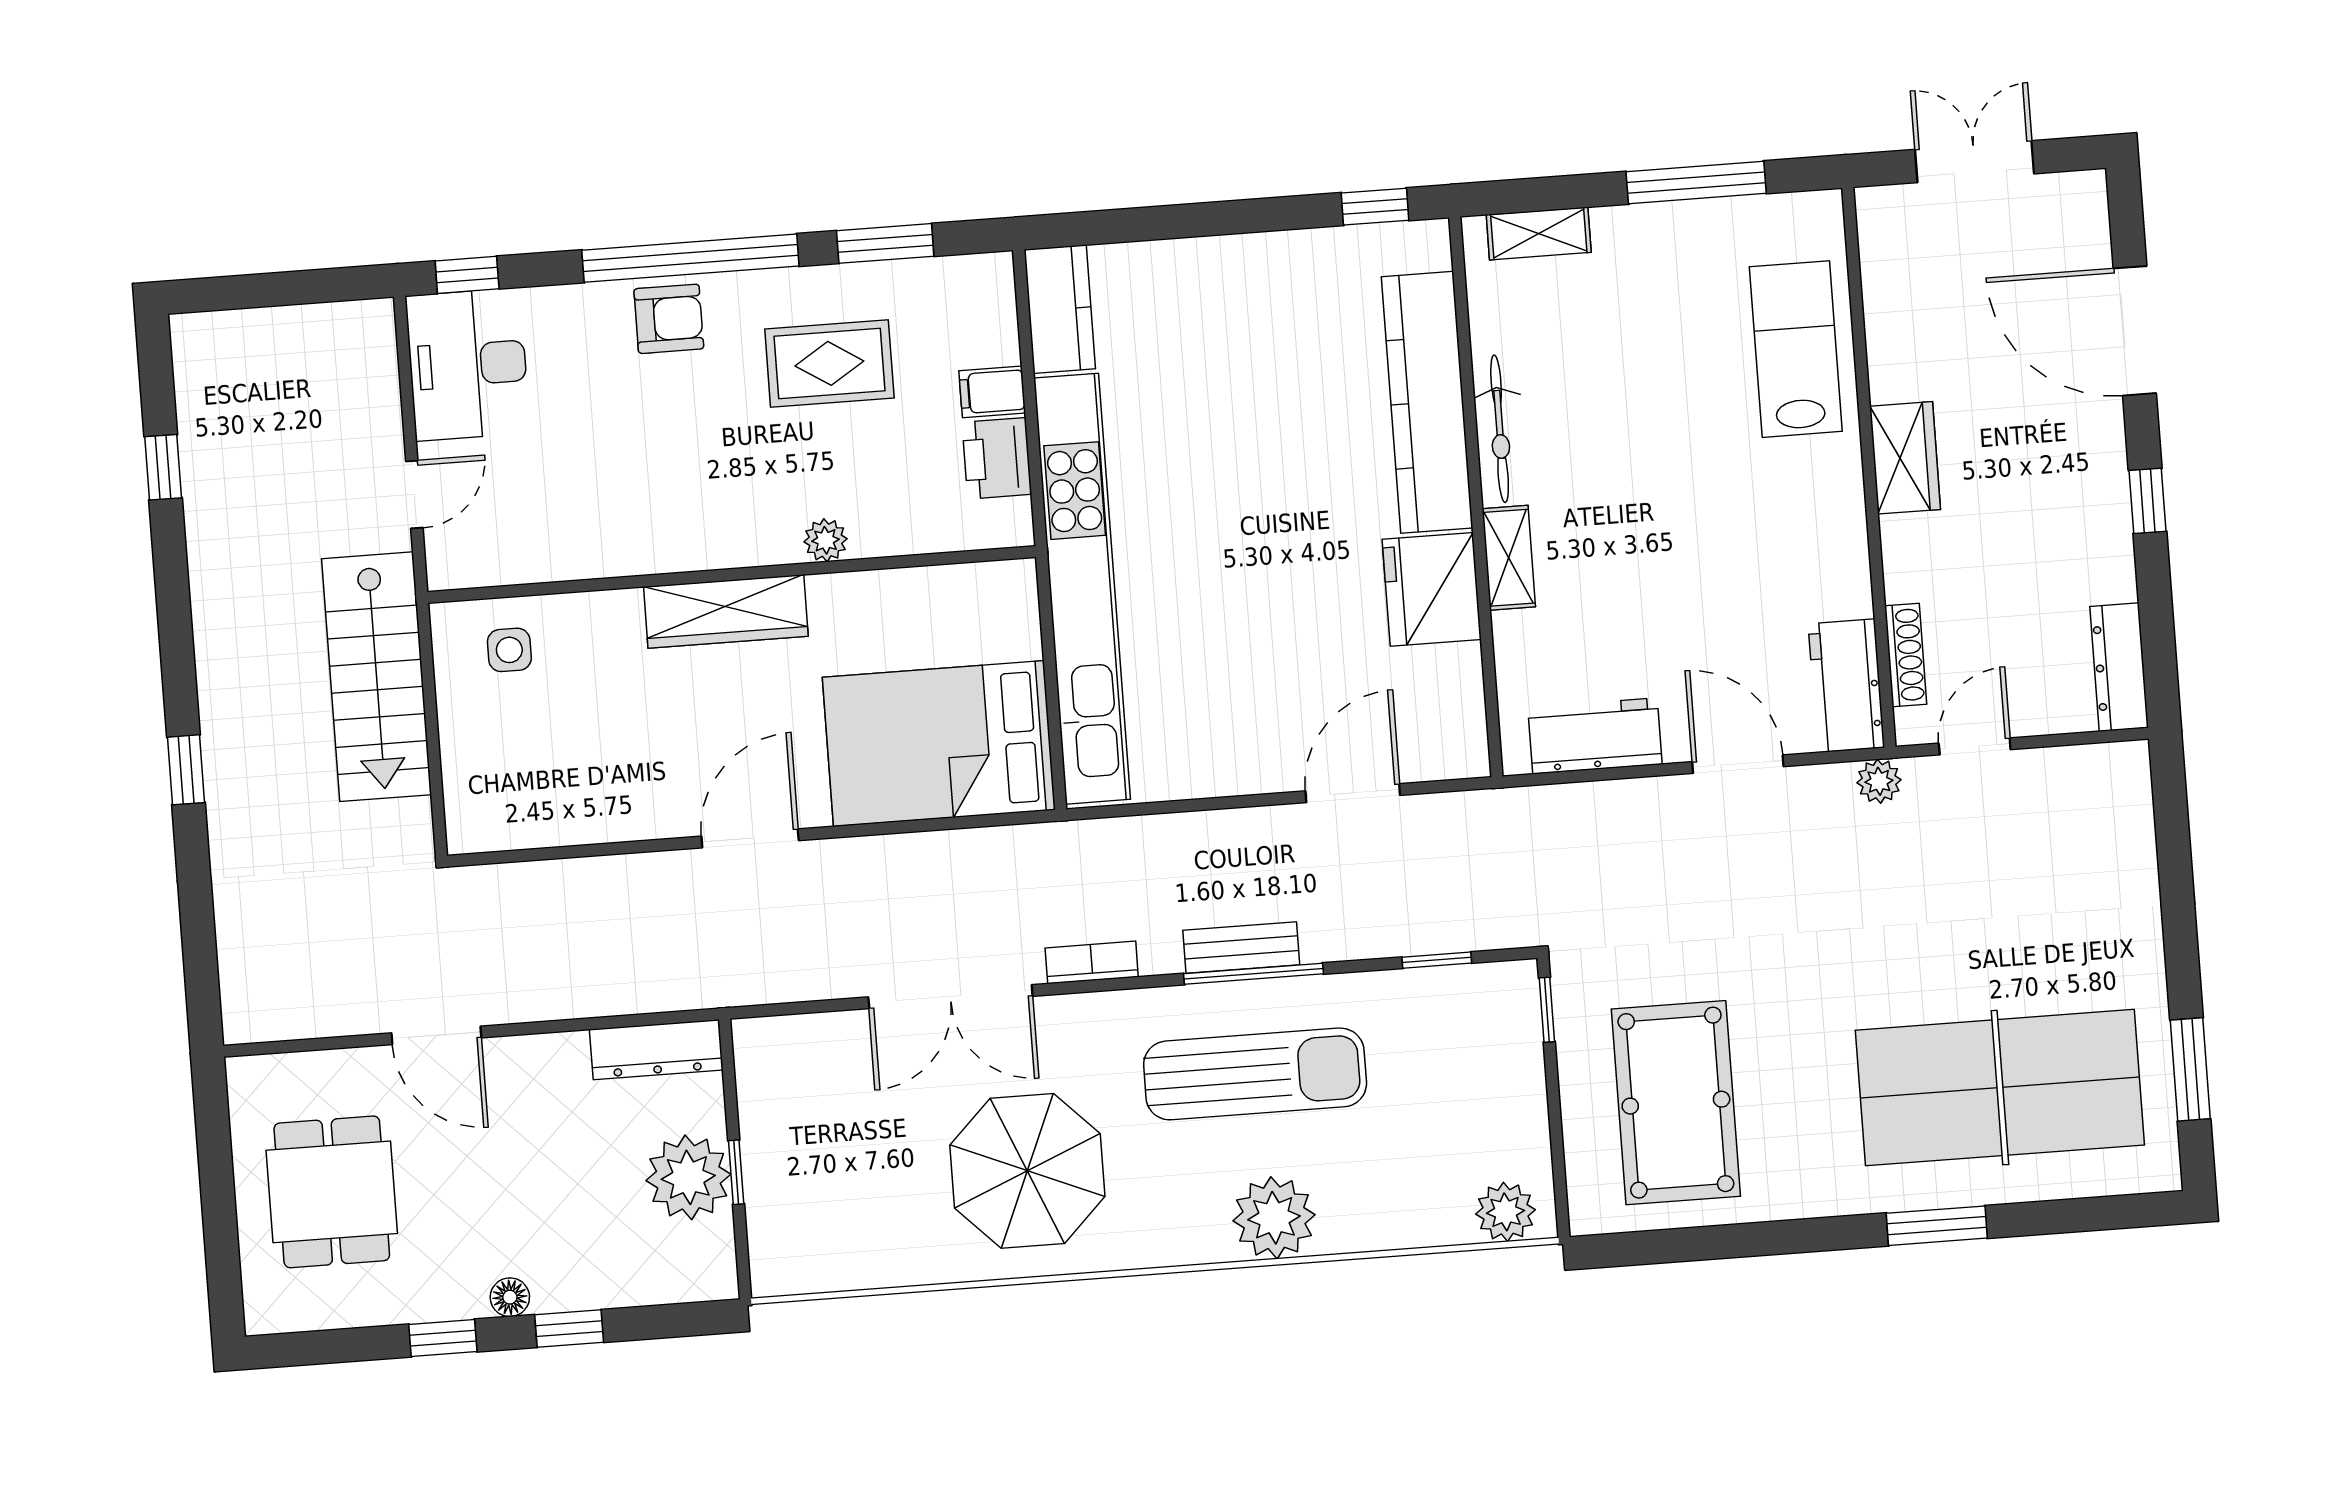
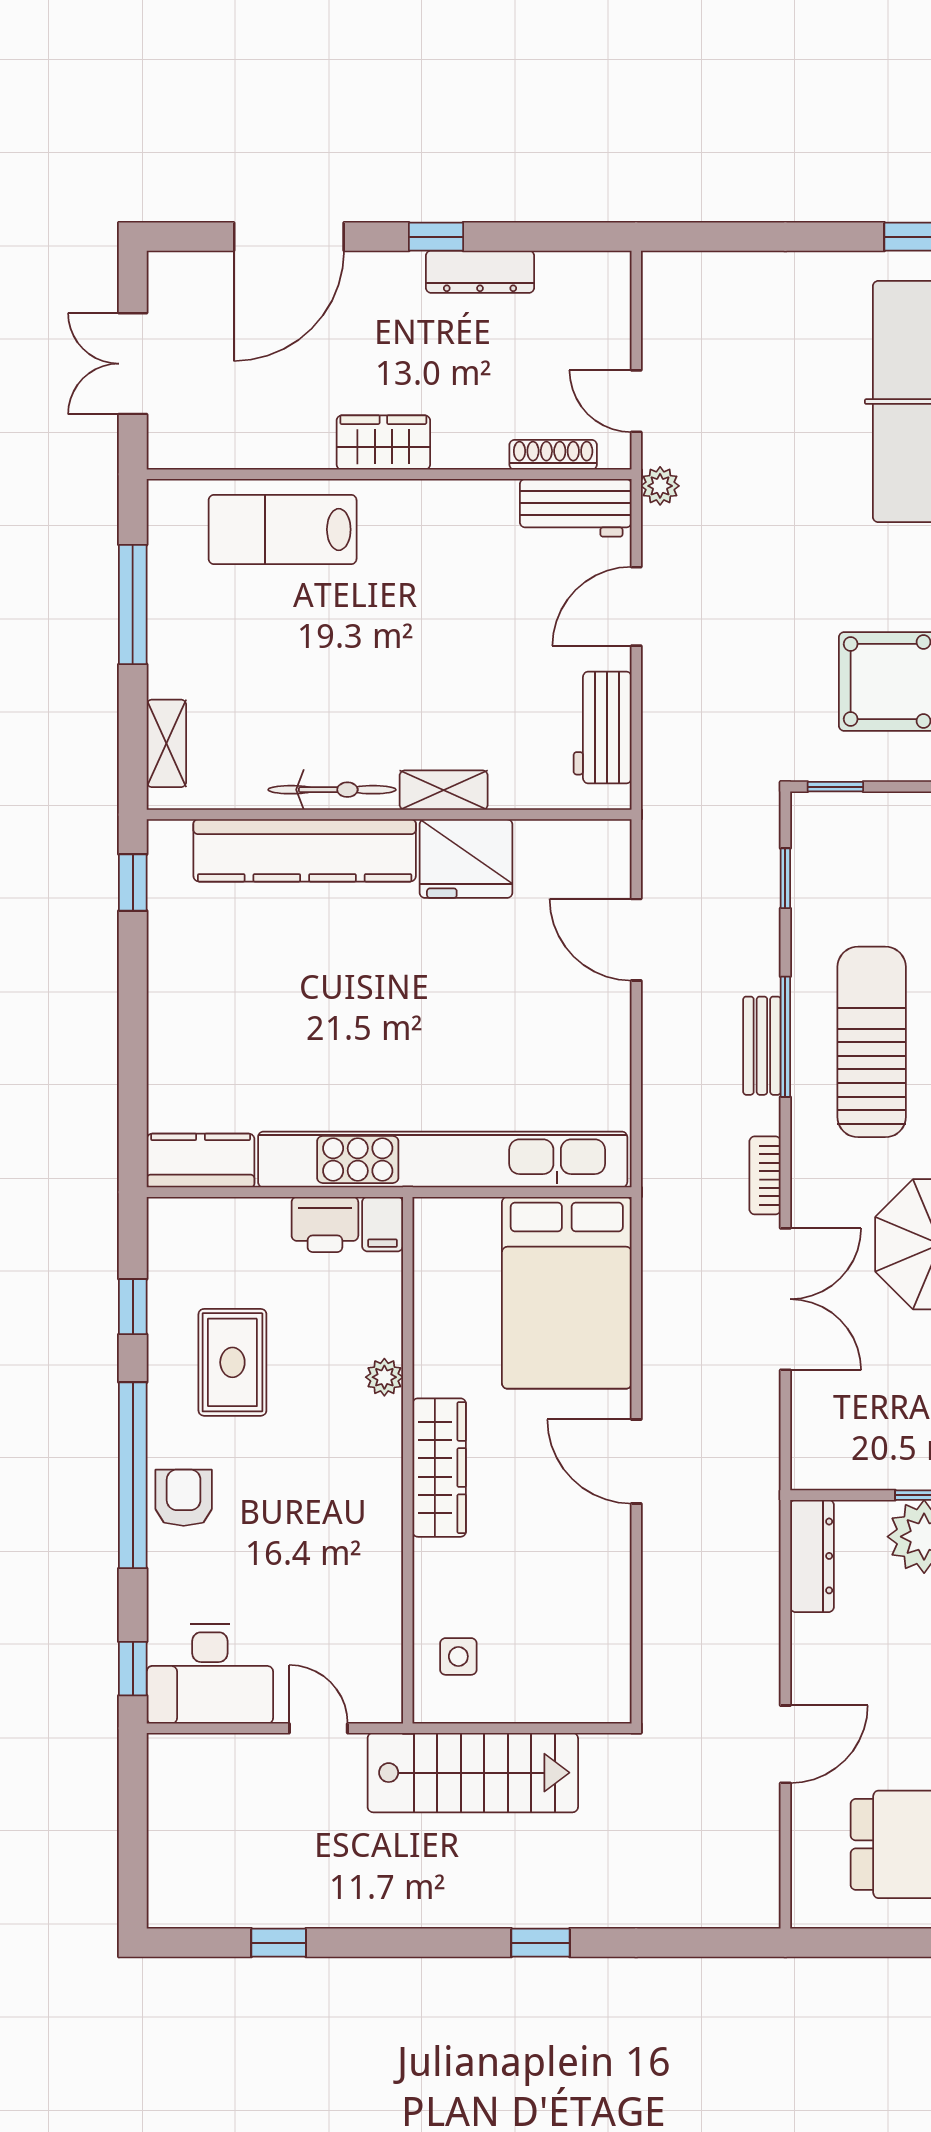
window: (885, 243) -> (133, 1307), width x0.67
filing cabinet: (992, 392) -> (382, 1224), moved
dresser: (2119, 667) -> (480, 272), moved

